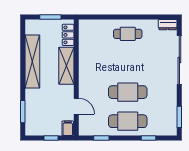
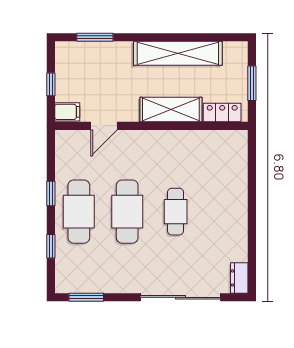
cafe table: (128, 34) -> (176, 212), moved
window: (101, 138) -> (51, 193), moved

